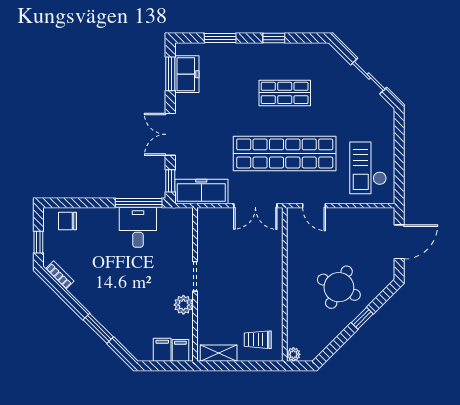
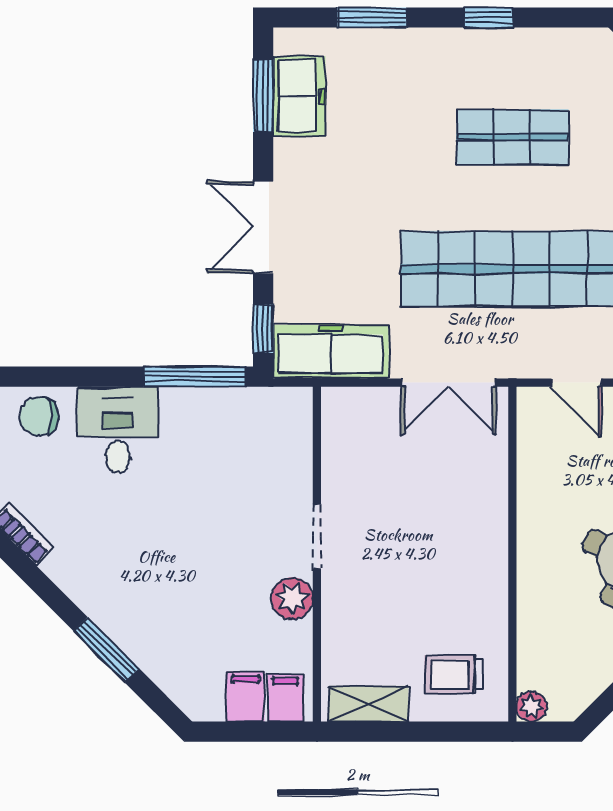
desk: (138, 227) -> (118, 430), moved

